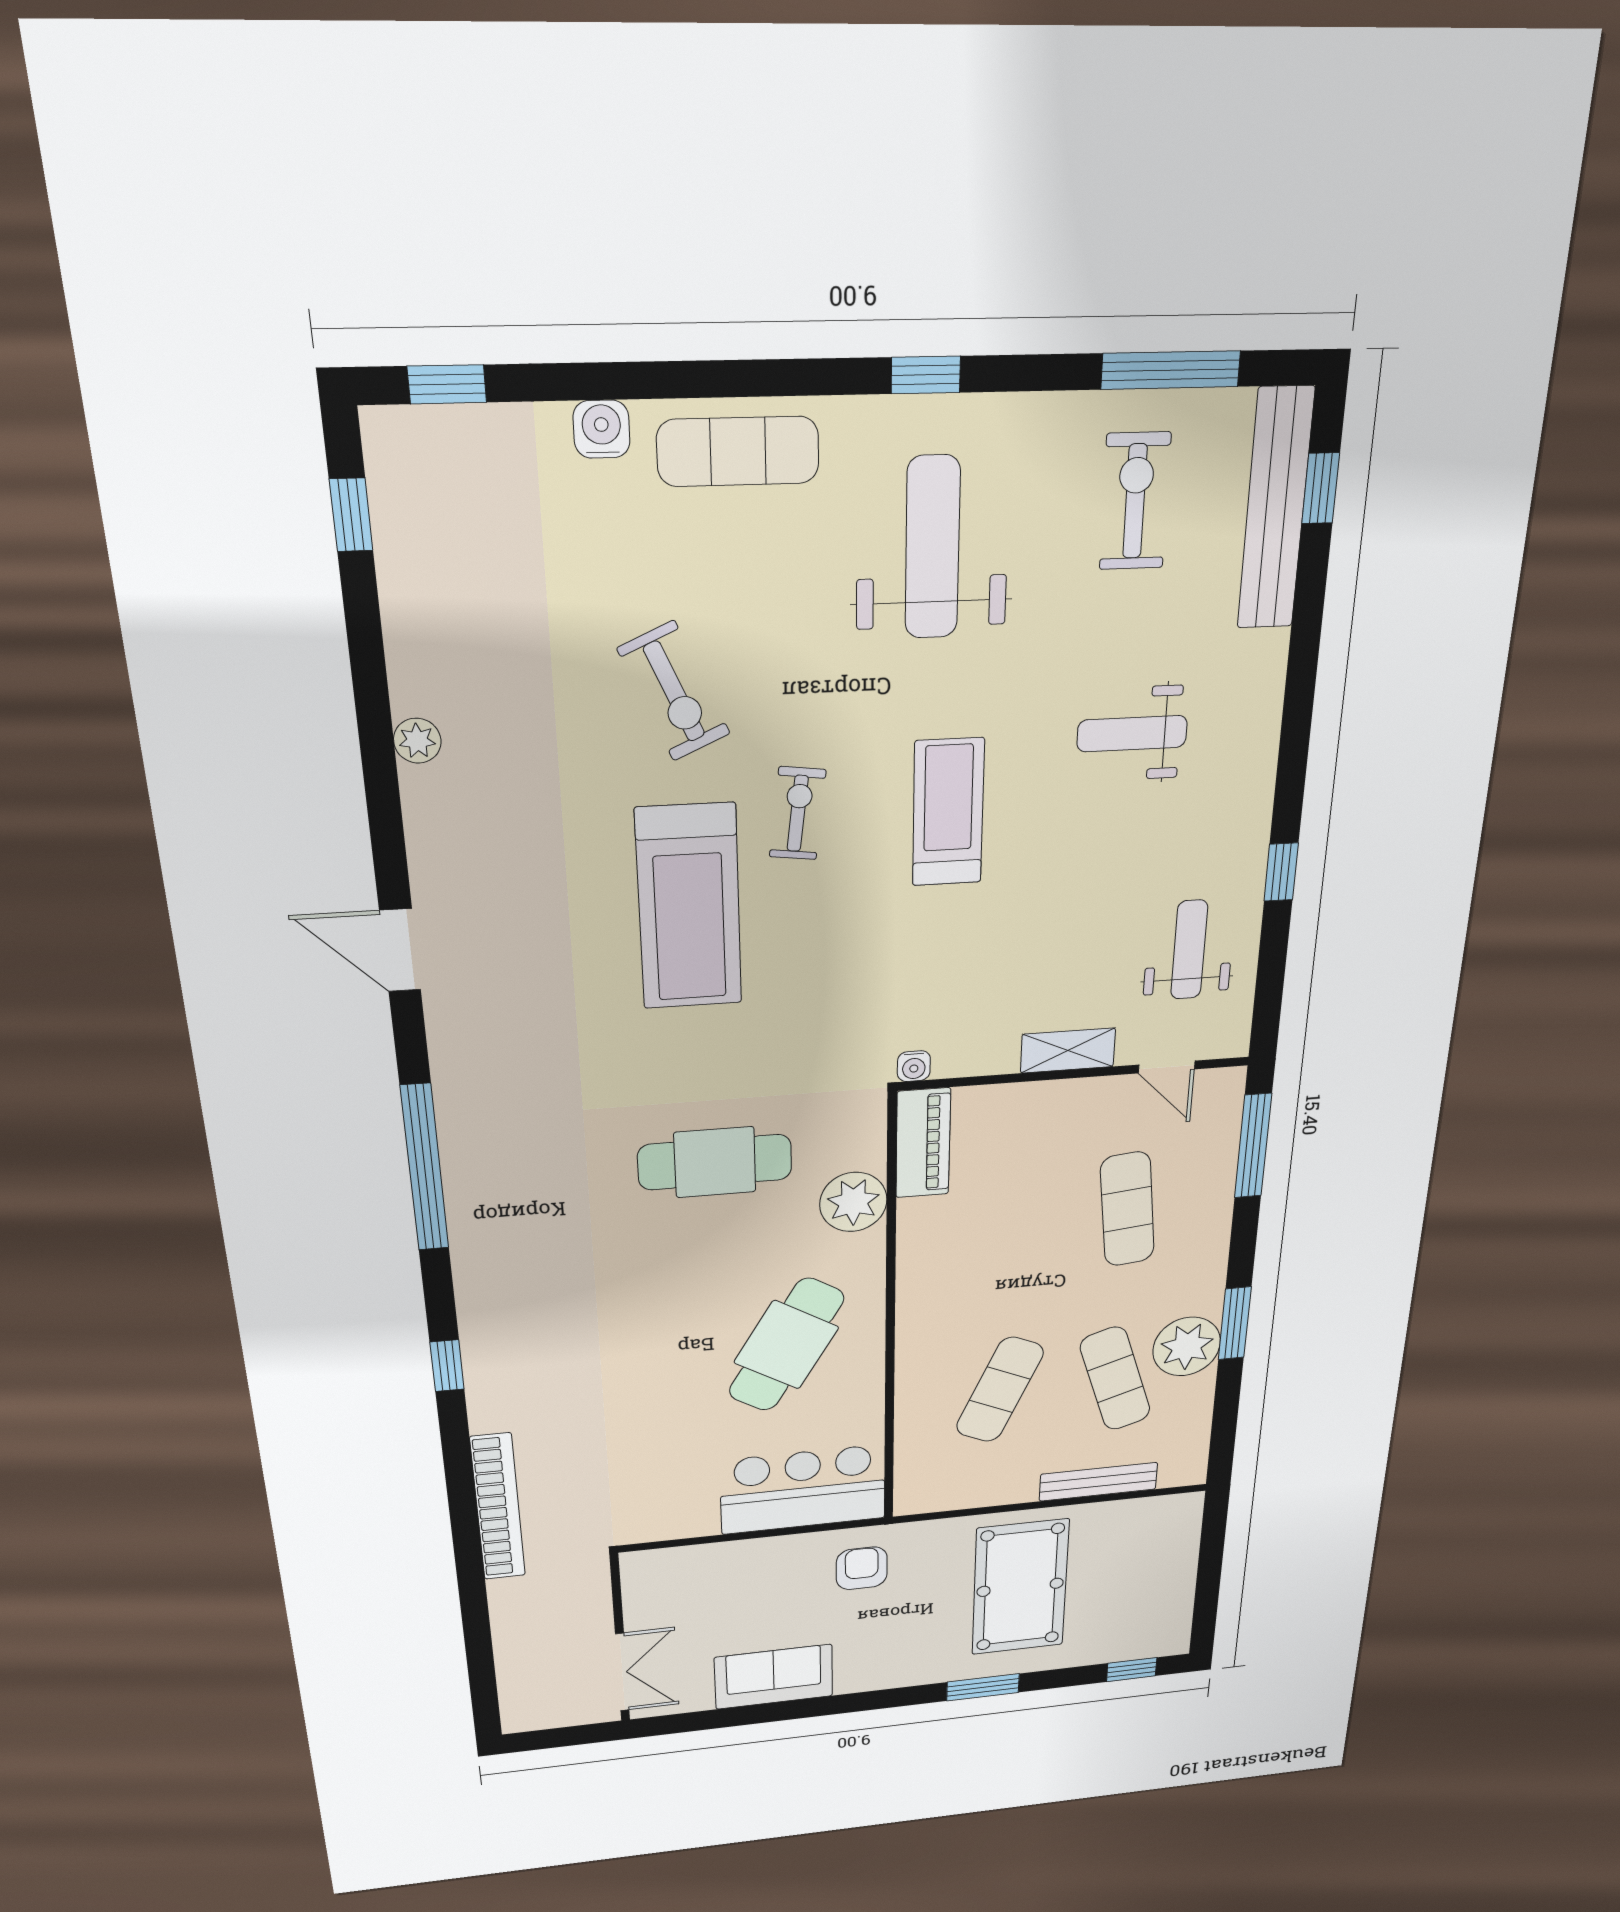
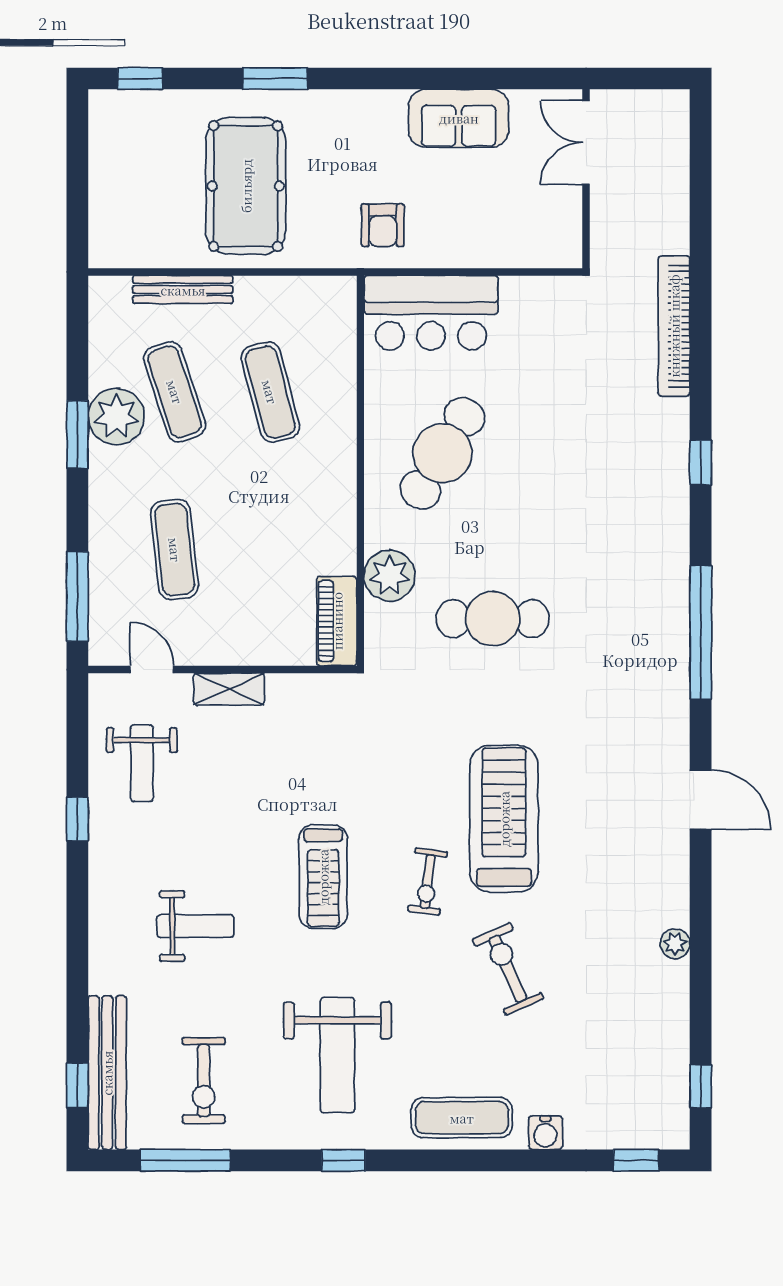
water cooler: (914, 1066) -> (345, 685), removed
exercise mat: (1000, 1390) -> (270, 392), turned -39

